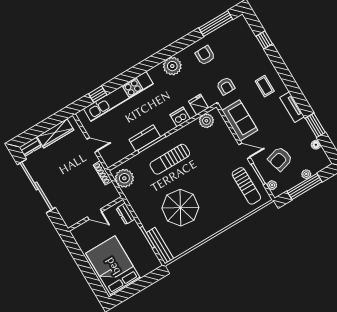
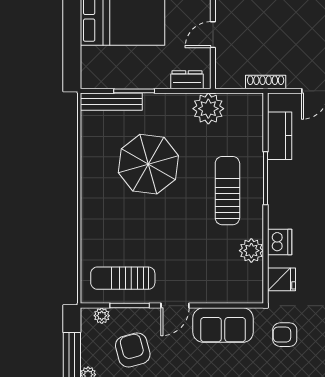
plant: (206, 121) -> (251, 251), moved
kitchen counter: (145, 138) -> (280, 136), moved
plant: (124, 178) -> (208, 109), moved

